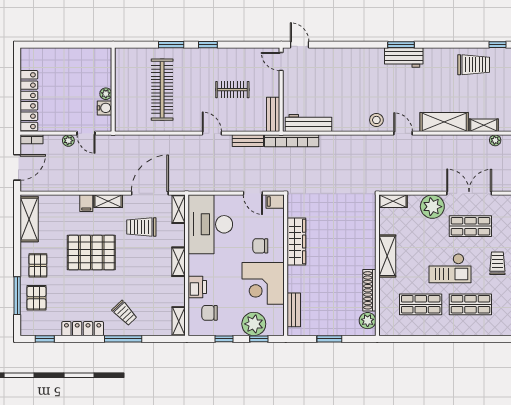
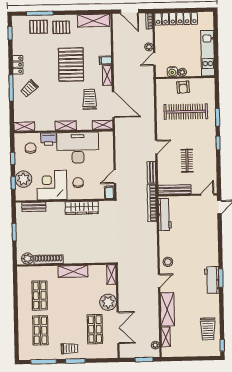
kitchen unit: (79, 57) -> (208, 53), added
armchair: (127, 93) -> (183, 87), added
bench: (273, 114) -> (175, 189), width x1.36
desk: (210, 224) -> (78, 148), moved
checkout: (450, 268) -> (65, 316), removed
locker: (83, 329) -> (18, 65), width x0.66

